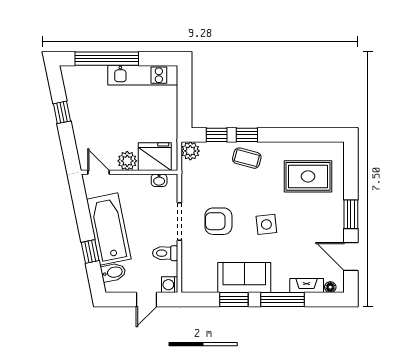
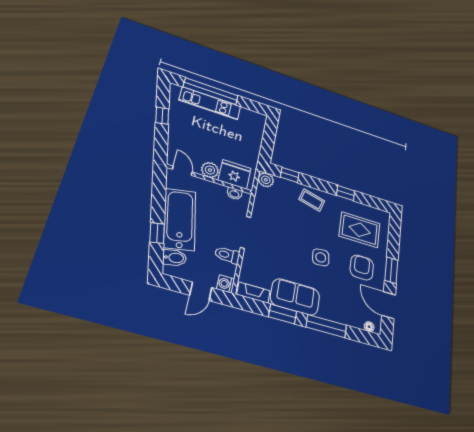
kitchen unit: (143, 75) -> (210, 103), moved
window: (247, 135) -> (346, 193), moved
armchair: (218, 221) -> (362, 267), moved, turned 90
fireplace: (307, 286) -> (254, 293), moved

